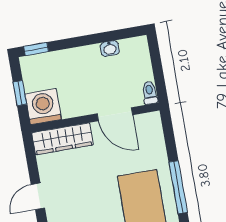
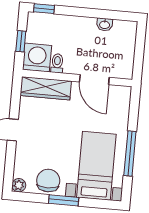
toilet: (150, 93) -> (57, 63), moved

